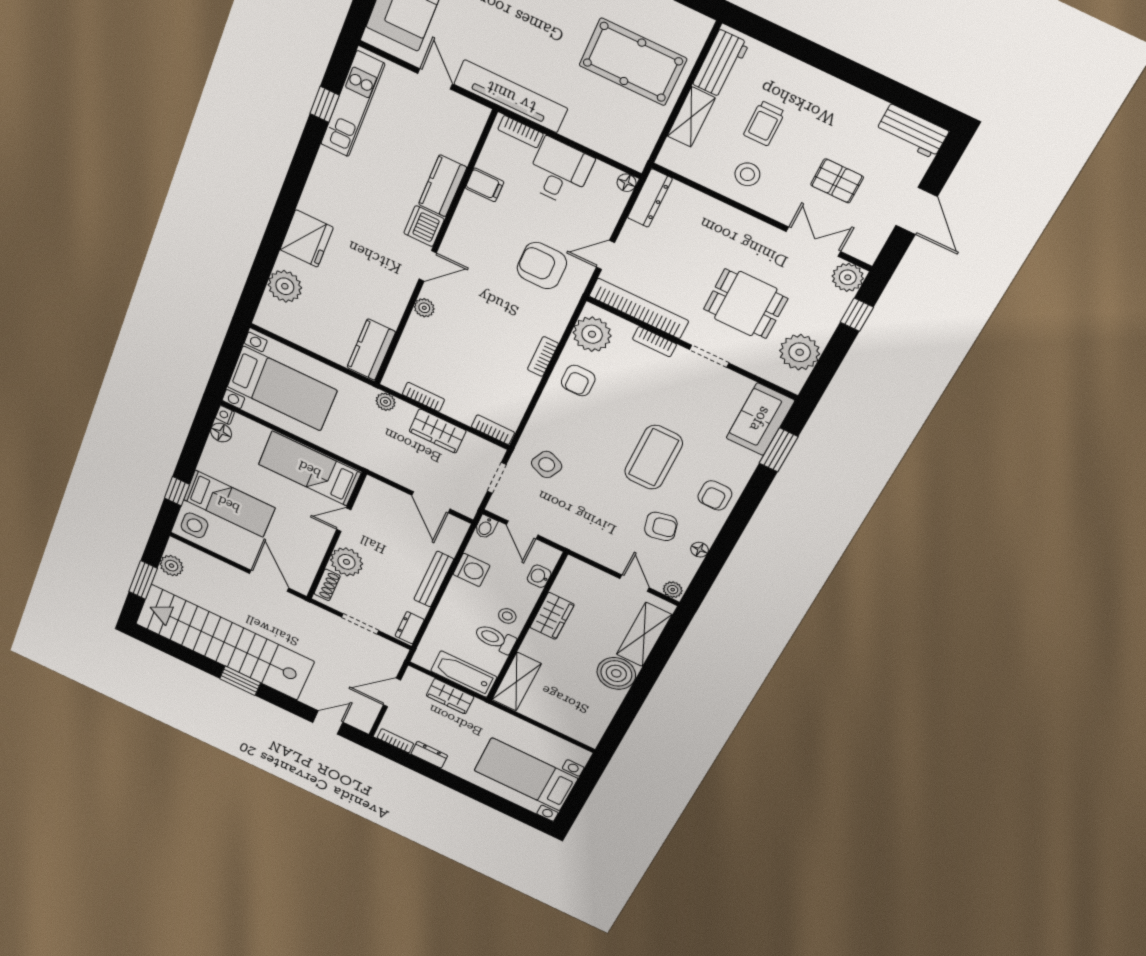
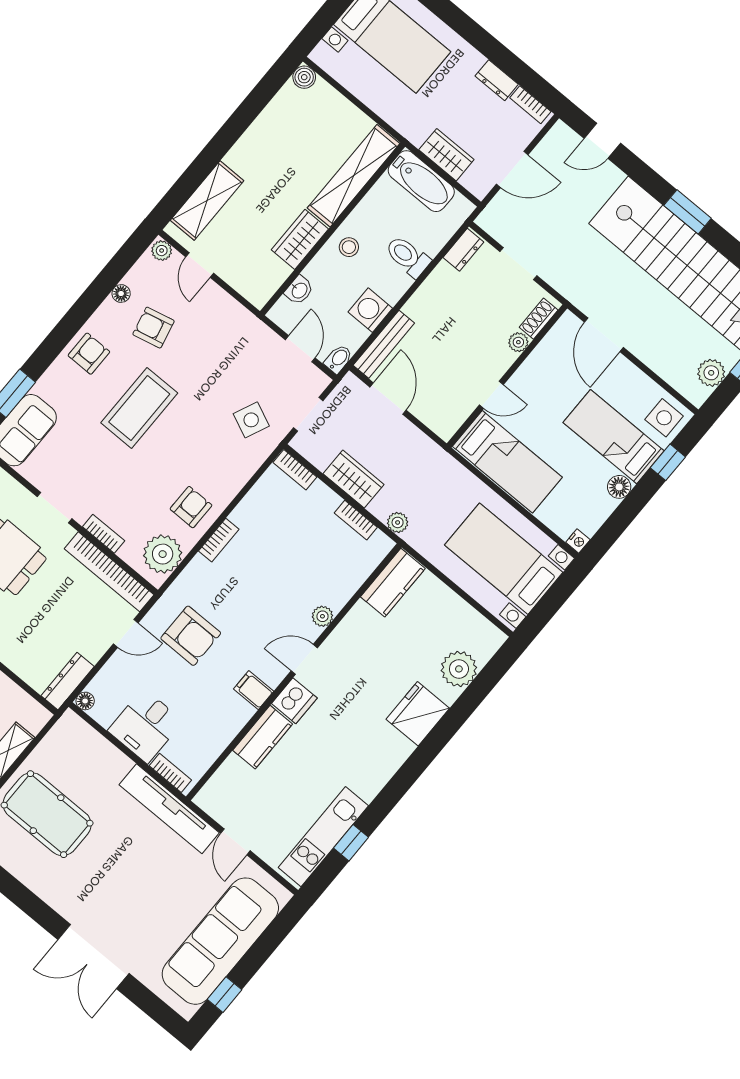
filing cabinet: (485, 185) -> (254, 690), moved
floor lamp: (221, 433) -> (619, 487), moved
plant: (347, 562) -> (518, 342), width x0.53, depth x0.53
bench: (434, 579) -> (384, 344), moved
toilet: (495, 639) -> (408, 256), moved, turned 180
boiler: (616, 673) -> (304, 77), moved, width x0.54, depth x0.54
shelving: (517, 682) -> (354, 176), width x1.47

